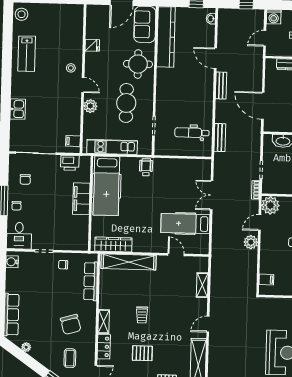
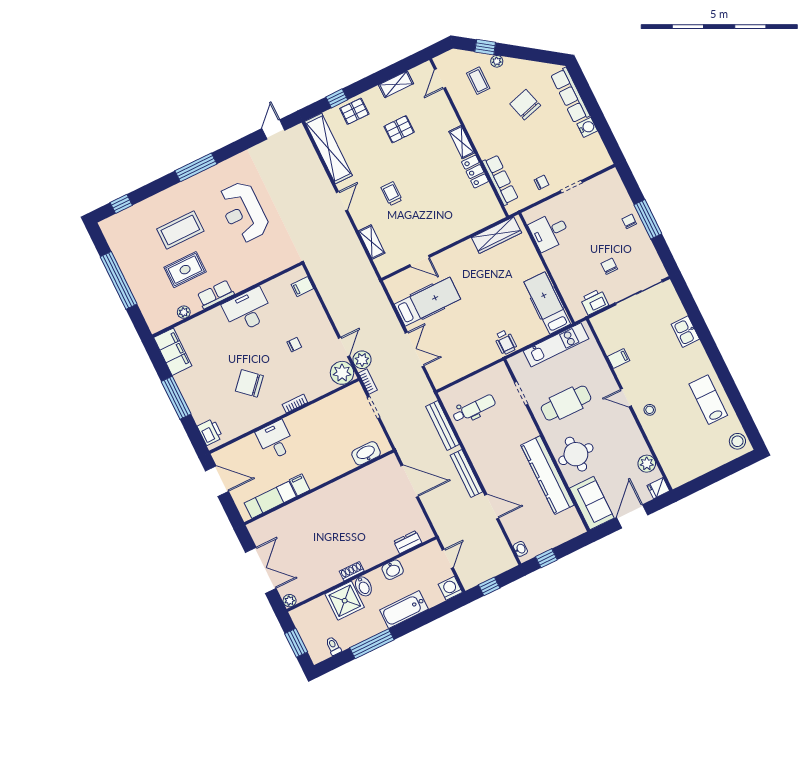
kitchen counter: (166, 37) -> (547, 475), moved
fridge: (92, 45) -> (658, 488), moved
bench: (221, 86) -> (466, 474), width x1.36
cafe table: (126, 103) -> (566, 403), turned 90
plant: (90, 106) -> (647, 464), moved
bench: (220, 138) -> (442, 425), width x1.36
filing cabinet: (73, 141) -> (619, 359), moved
chair: (25, 179) -> (609, 266), moved
hospital bed: (106, 186) -> (547, 303), width x0.73, depth x0.78
filing cabinet: (81, 199) -> (560, 268), removed
desk: (19, 236) -> (549, 232), moved, turned -90
plant: (251, 242) -> (362, 360), moved
water cooler: (12, 262) -> (587, 127), moved
shelving: (129, 262) -> (469, 224), removed
trolley: (142, 315) -> (392, 194), moved
chair: (71, 324) -> (525, 105), moved
plant: (26, 347) -> (497, 61), moved
locker: (104, 347) -> (475, 172), moved

